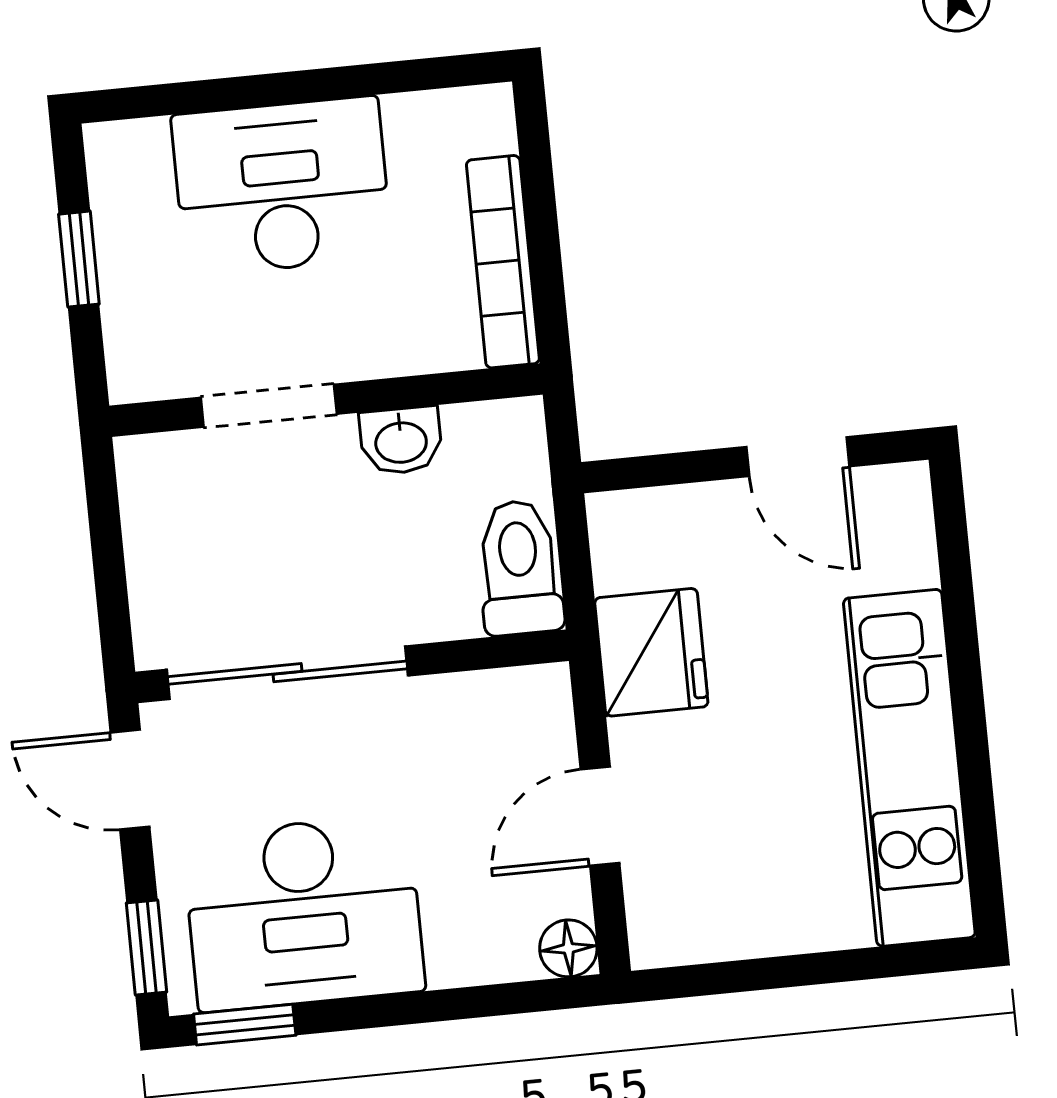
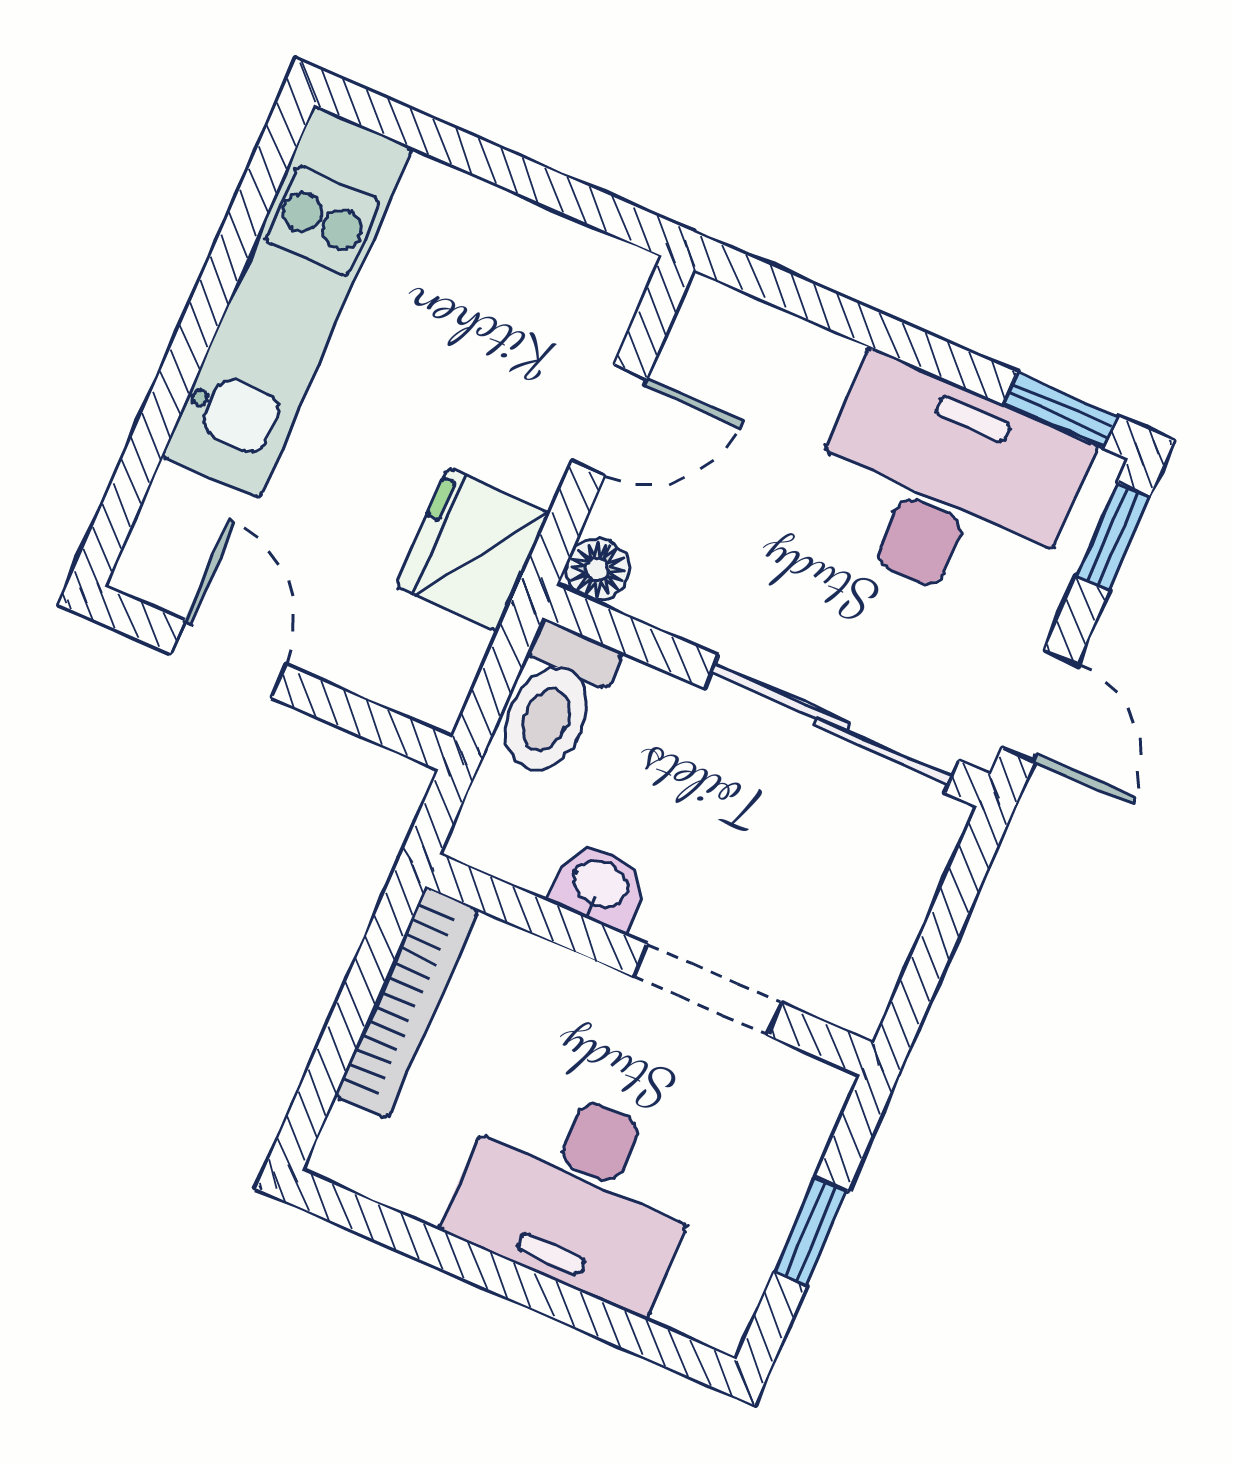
floor lamp: (568, 948) -> (597, 569), moved

